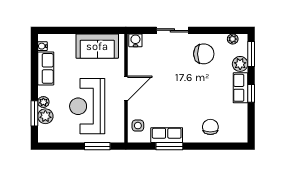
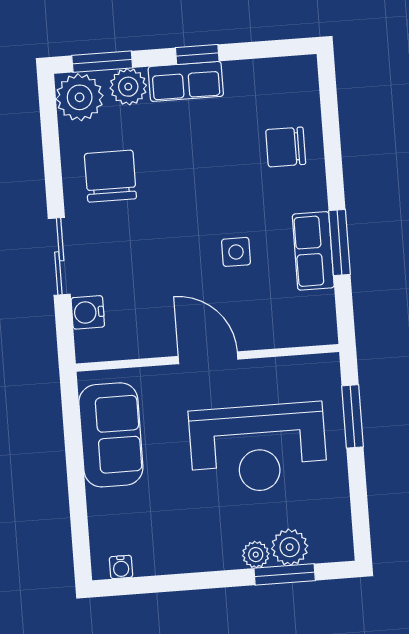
plant: (233, 39) -> (80, 97), width x1.87, depth x1.87
water cooler: (135, 40) -> (88, 312), moved
row of seats: (46, 68) -> (174, 555), removed
side table: (138, 126) -> (236, 252), moved

